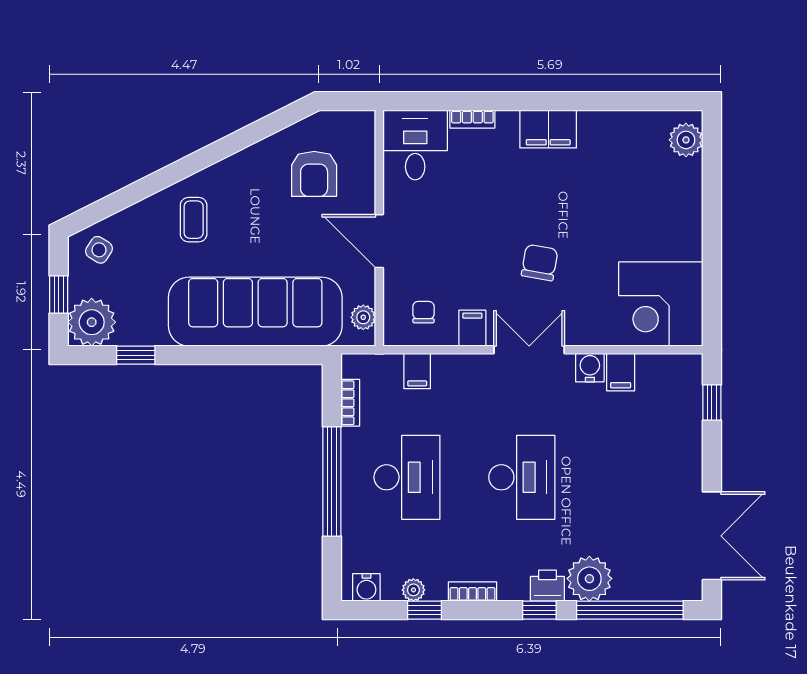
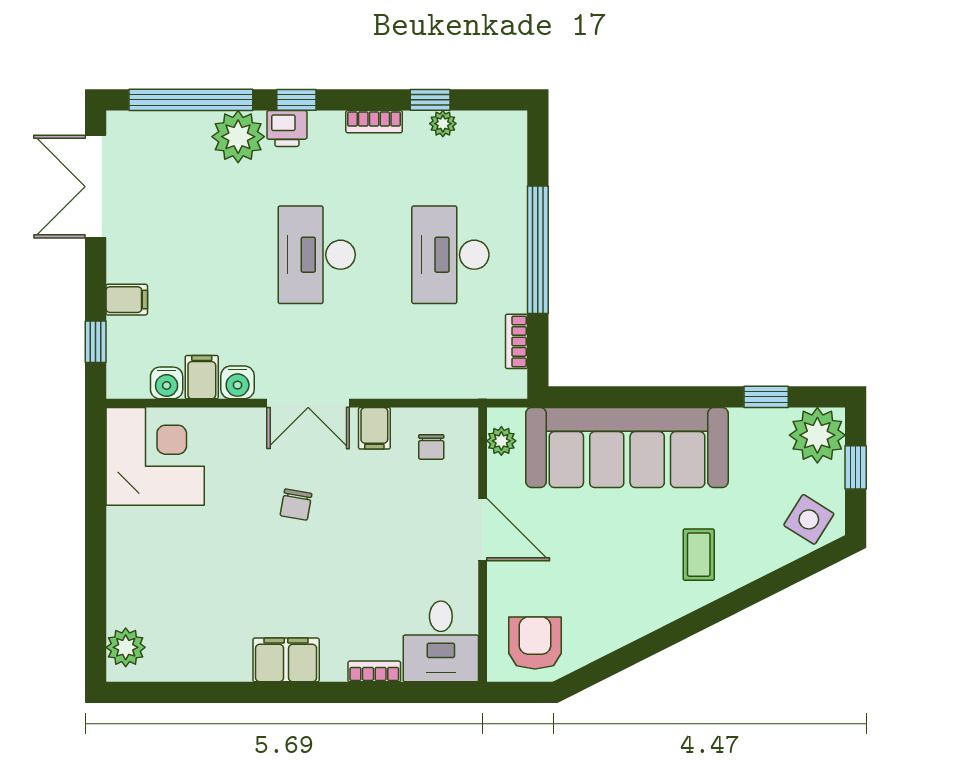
armchair: (314, 174) -> (535, 643), moved
side table: (99, 250) -> (809, 519), width x1.37, depth x1.37
chair: (540, 263) -> (296, 505), width x0.73, depth x0.73
filing cabinet: (417, 371) -> (127, 300), moved, turned 90
water cooler: (366, 587) -> (167, 383), moved, turned 180

